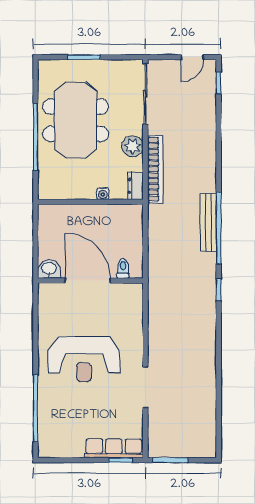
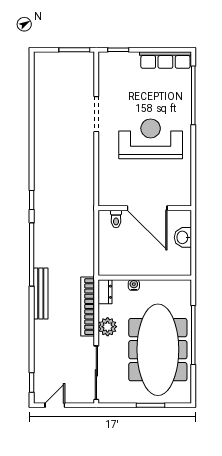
meeting table: (76, 120) -> (158, 350), width x1.36
bench: (208, 222) -> (41, 293), moved
washbasin: (49, 269) -> (183, 237), moved, turned 90
row of seats: (114, 448) -> (165, 60), moved

